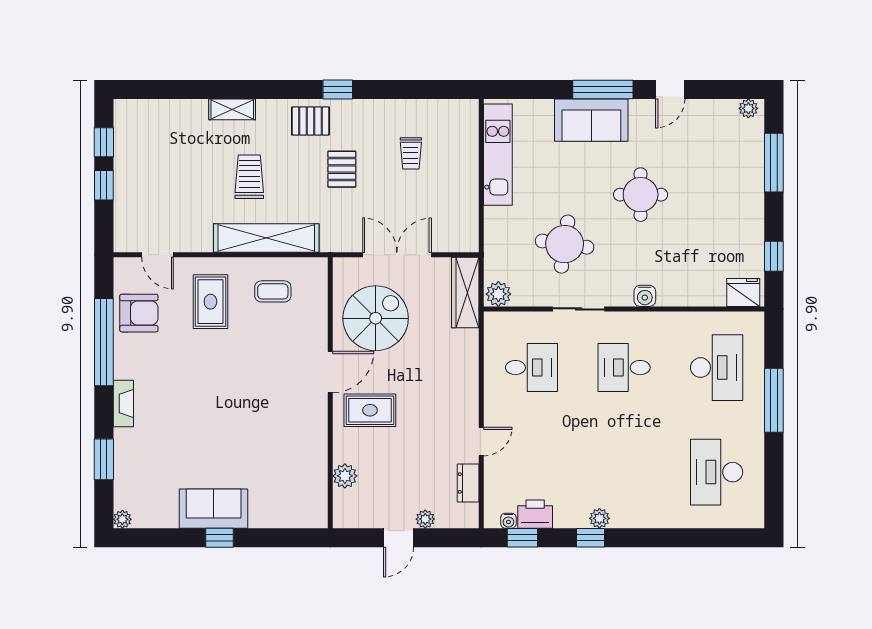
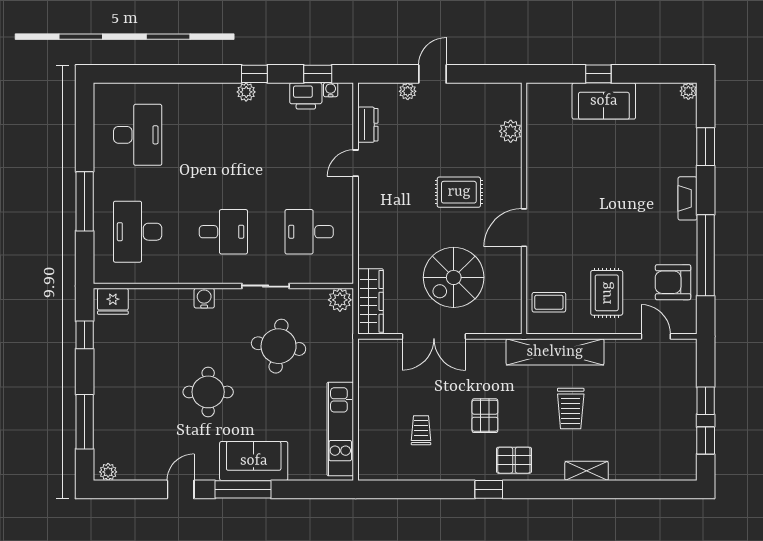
door: (330, 372) -> (524, 228), moved
wall: (330, 393) -> (524, 208), moved
plant: (345, 476) -> (511, 131), moved

